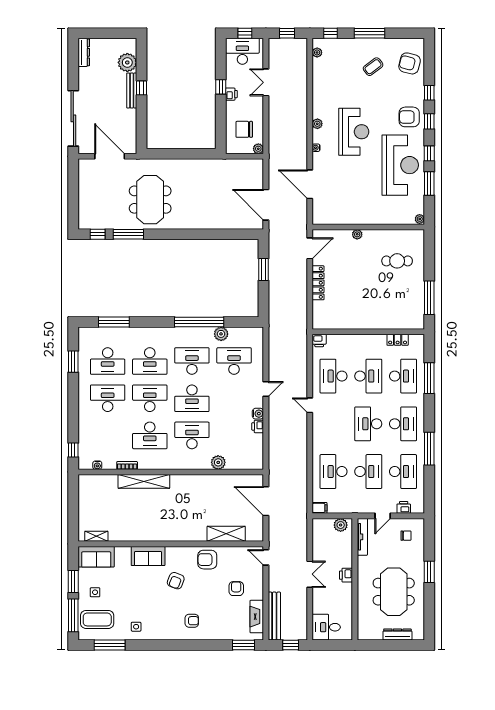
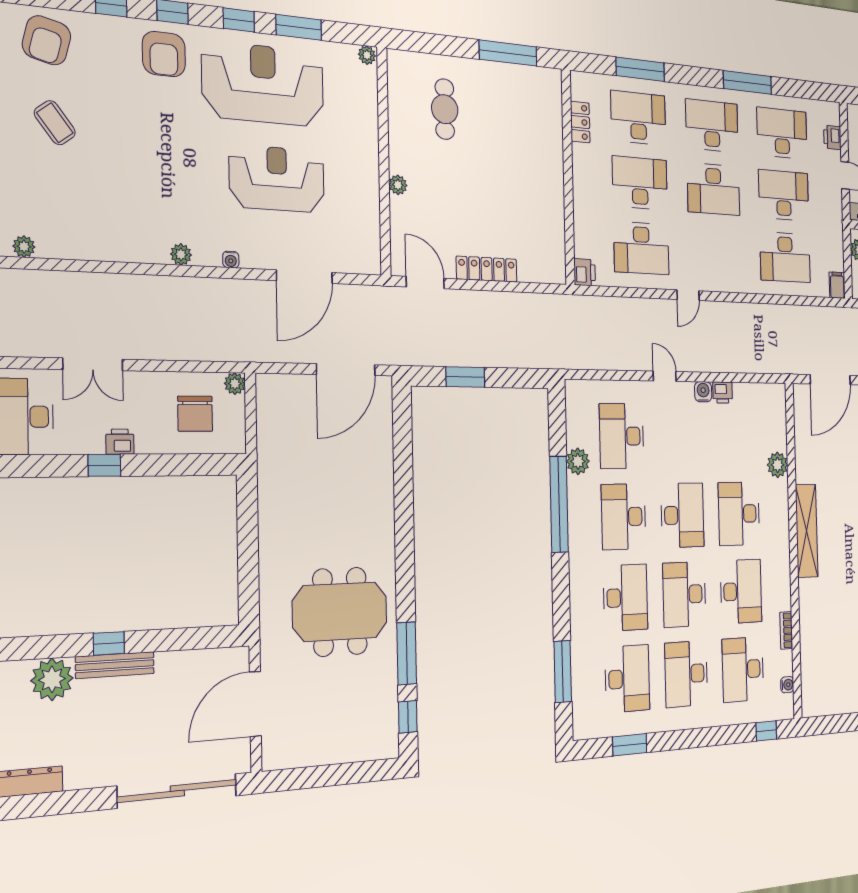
reception desk: (354, 132) -> (277, 179), moved
desk: (108, 435) -> (743, 669), added
shelving: (144, 481) -> (807, 531), moved

